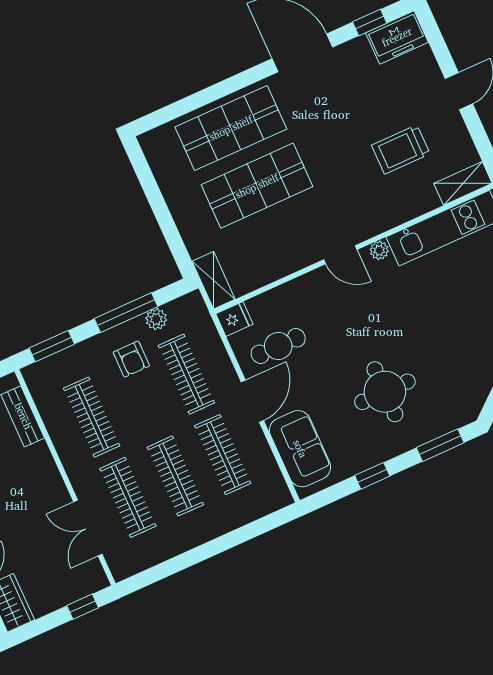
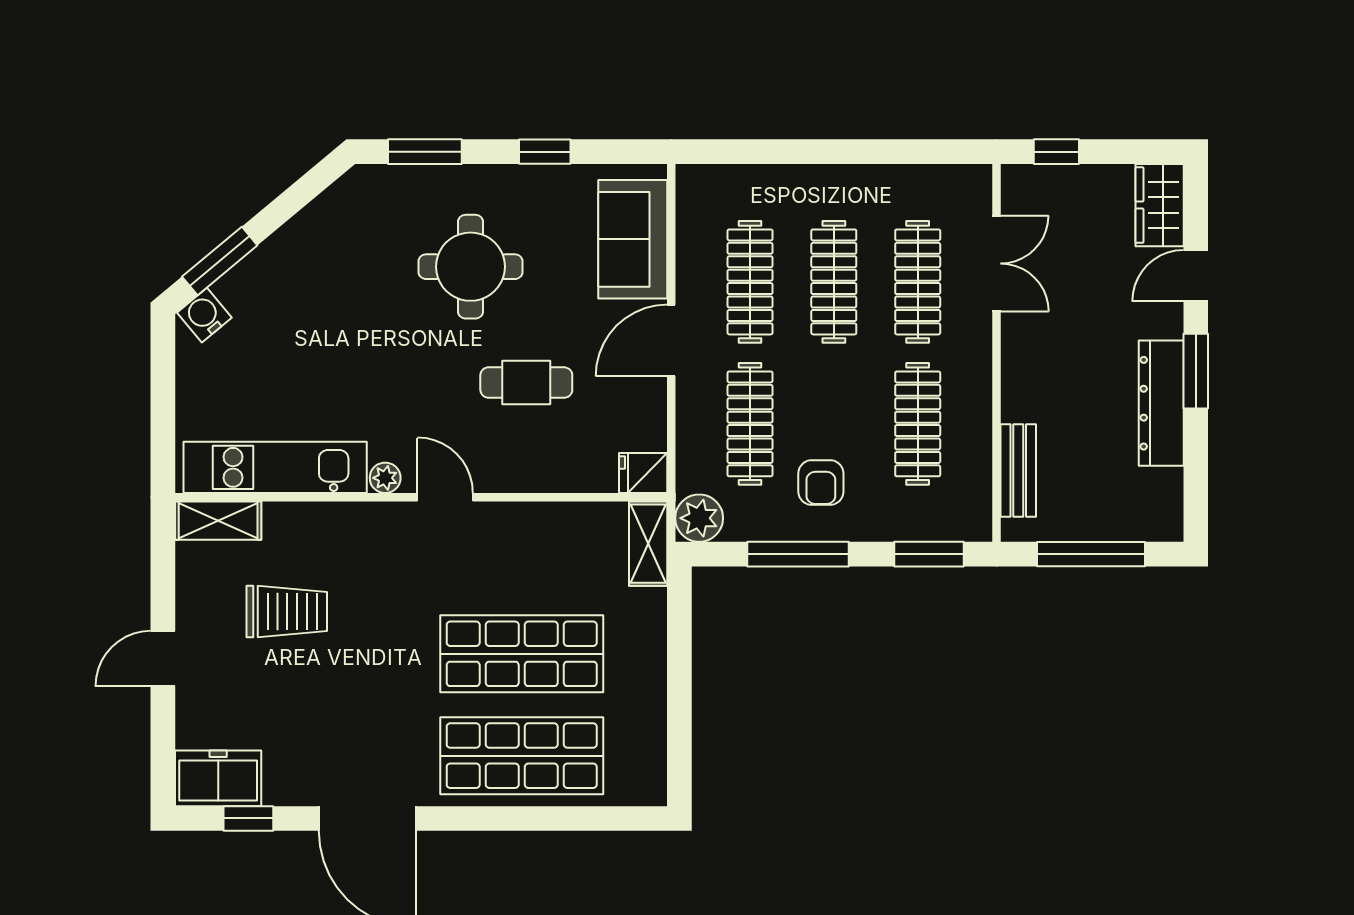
plant: (156, 319) -> (699, 518), moved, width x1.38, depth x1.38
cafe table: (278, 346) -> (526, 383), moved
armchair: (131, 359) -> (821, 483), turned 180

